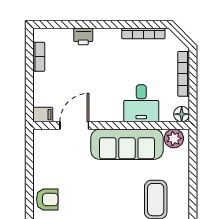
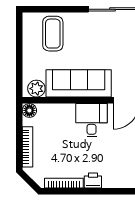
printer: (83, 36) -> (93, 180), moved
desk: (141, 103) -> (92, 120), moved

